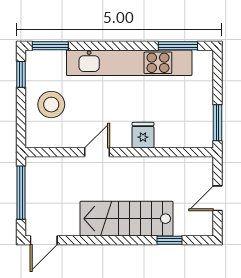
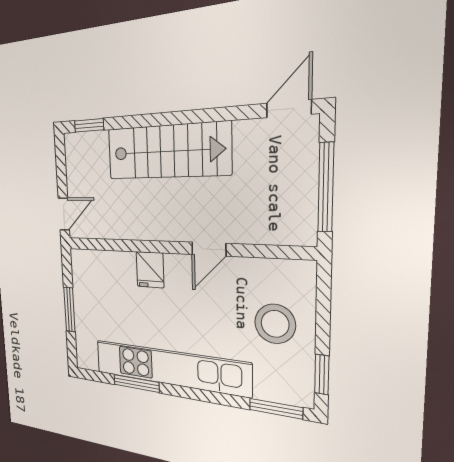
window: (178, 46) -> (136, 383), moved
window: (218, 123) -> (69, 310), moved
door: (218, 198) -> (64, 214), moved
window: (169, 240) -> (89, 125), moved

